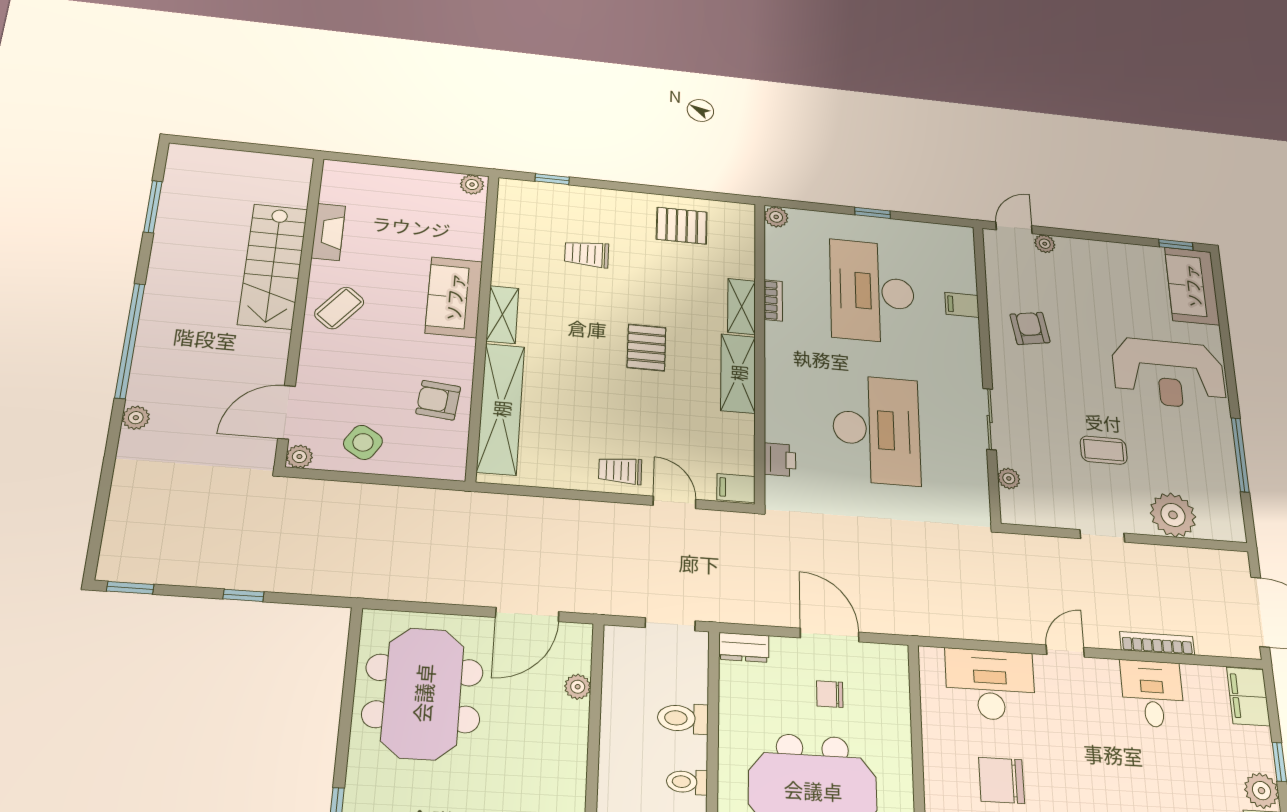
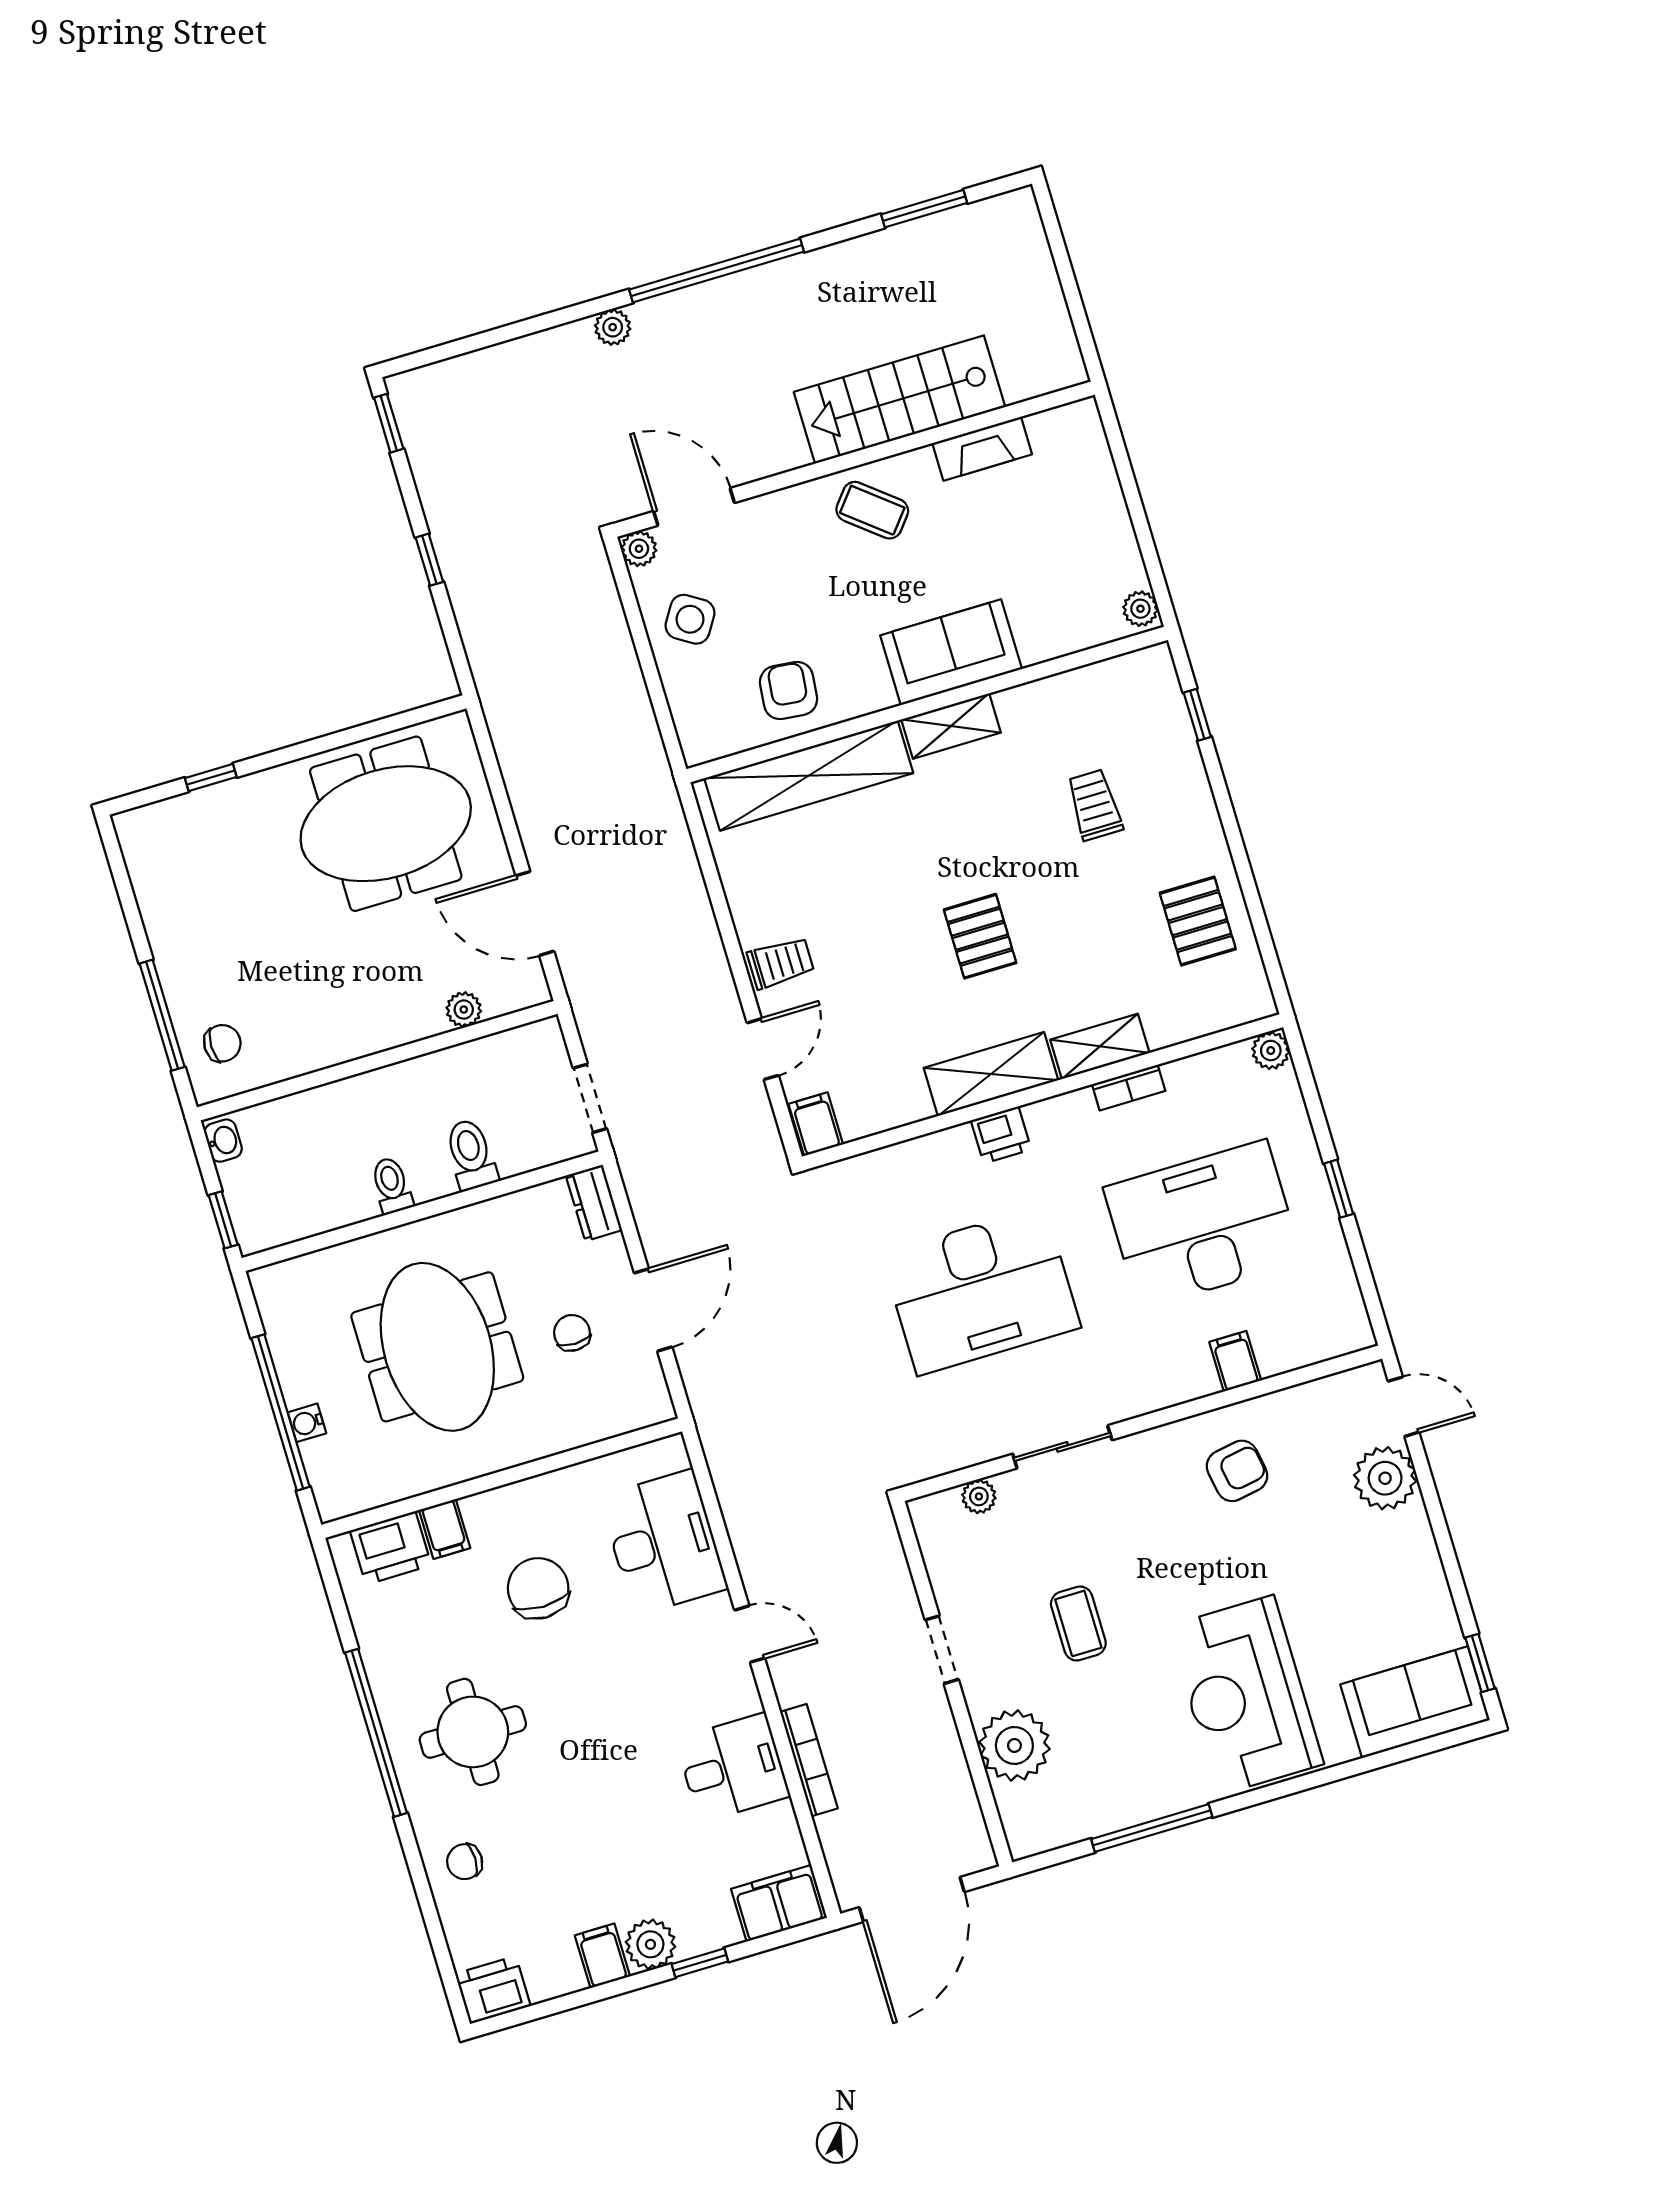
plant: (1045, 244) -> (1385, 1478), width x1.88, depth x1.88
pallet: (646, 348) -> (980, 936), turned 90
printer: (780, 460) -> (1001, 1135), moved
trolley: (620, 471) -> (781, 963), turned 90

